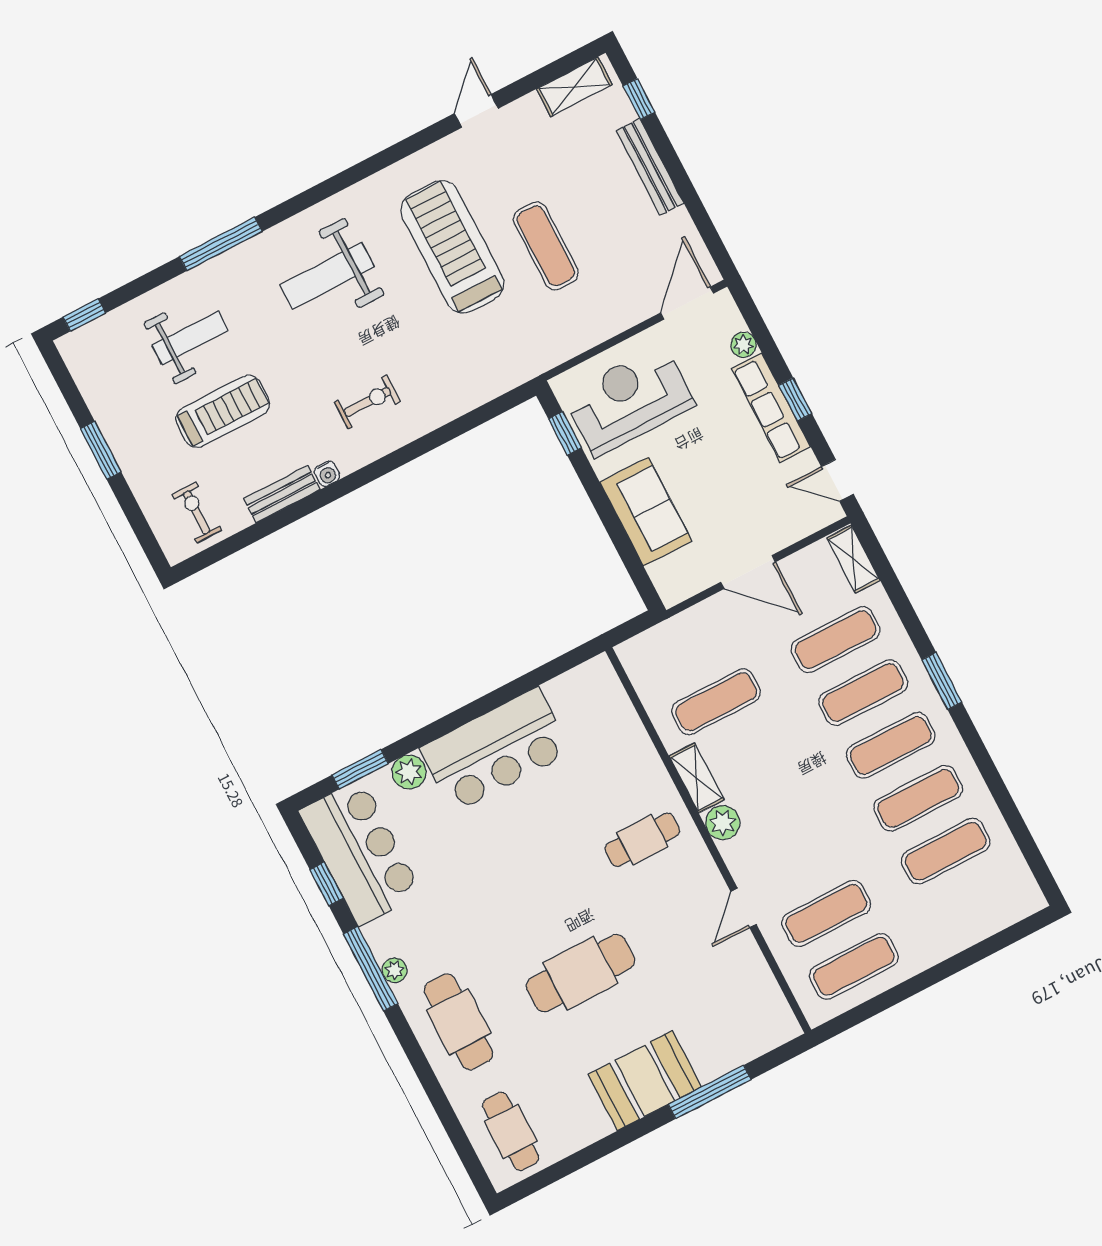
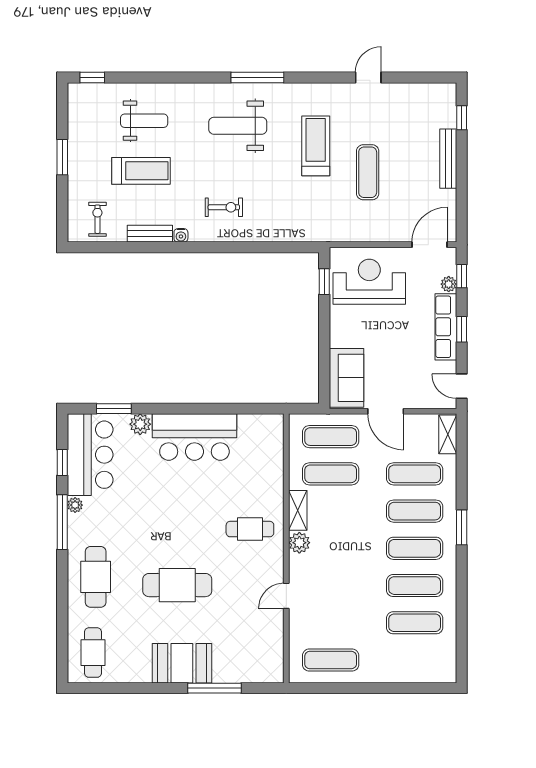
shelving: (574, 87) -> (429, 92), removed
window: (221, 244) -> (257, 77), moved
treadmill: (452, 247) -> (316, 146), width x0.73, depth x0.73
window: (756, 324) -> (462, 276), added
sofa: (646, 512) -> (346, 378), moved
exercise mat: (826, 913) -> (331, 437), moved
plant: (394, 970) -> (75, 505), moved

